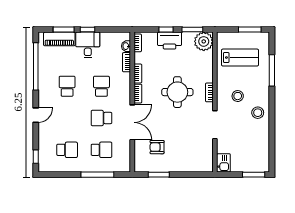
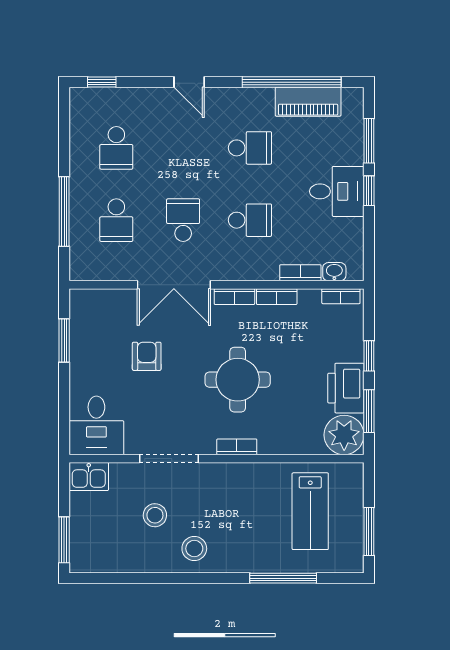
piano: (59, 39) -> (308, 102), moved, turned -90
printer: (170, 41) -> (346, 388), moved
stool: (238, 96) -> (155, 515), moved
armchair: (157, 147) -> (147, 356), moved
desk: (199, 159) -> (96, 425), added

